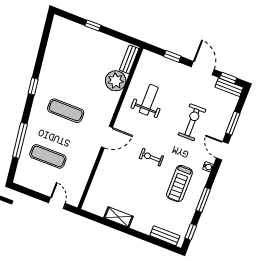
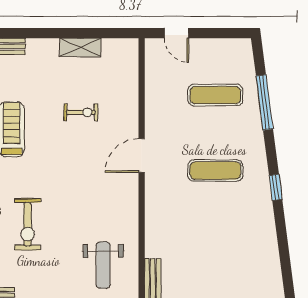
plant: (116, 81) -> (160, 241), removed
weight bench: (149, 100) -> (103, 265), moved
exercise bike: (151, 157) -> (81, 112), moved

